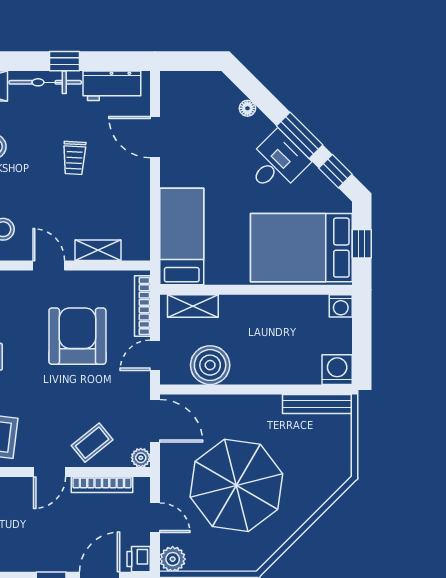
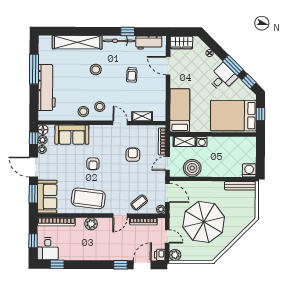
wardrobe: (185, 85) -> (181, 42), added
washing machine: (341, 306) -> (202, 142), moved
armchair: (77, 336) -> (133, 155), width x0.53, depth x0.53

